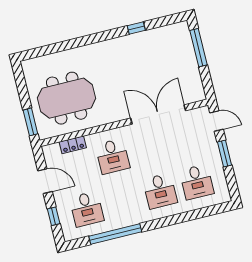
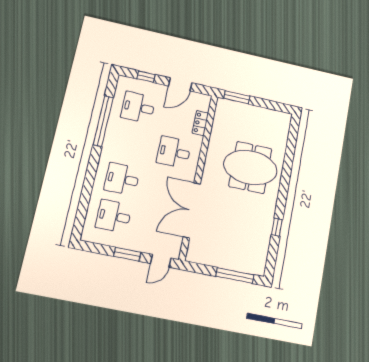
meeting table: (67, 98) -> (250, 167), moved, turned 90
double door: (158, 114) -> (192, 210), swing flipped

